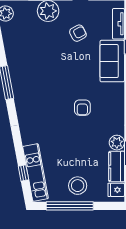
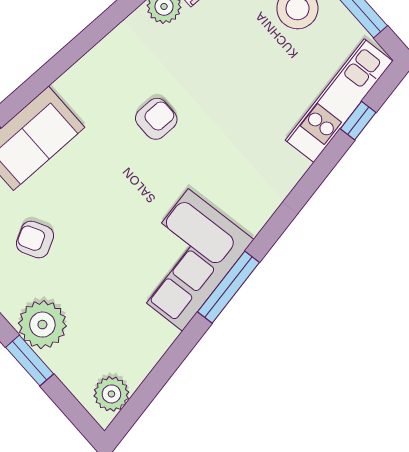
corner sofa: (28, 76) -> (185, 260), added

